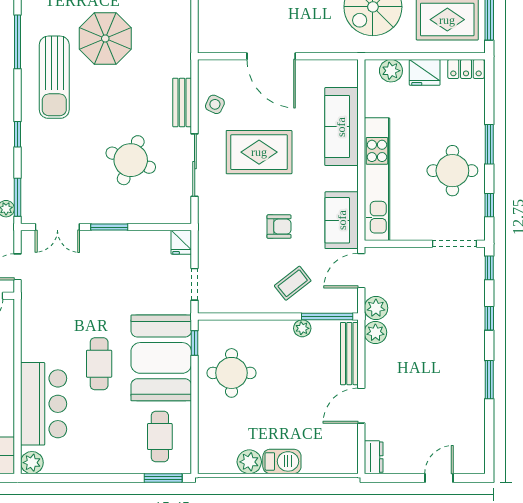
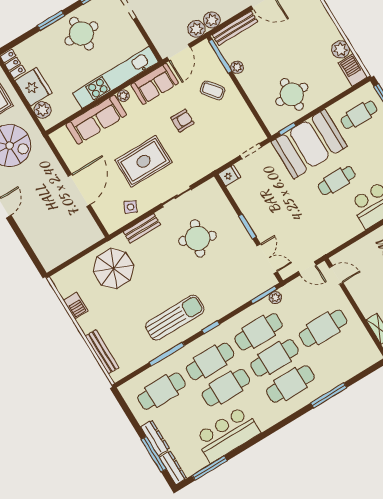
parasol: (105, 38) -> (114, 269), moved
fridge: (425, 72) -> (33, 87), width x1.36, depth x1.34
window: (18, 134) -> (211, 327), moved
rug: (259, 152) -> (144, 161), turned 90
sliding door: (195, 165) -> (176, 197), width x0.73
plant: (350, 175) -> (123, 96), added
armchair: (279, 227) -> (182, 121), turned 90
door: (361, 271) -> (179, 52), hinge flipped
barbecue: (282, 461) -> (353, 70), moved

